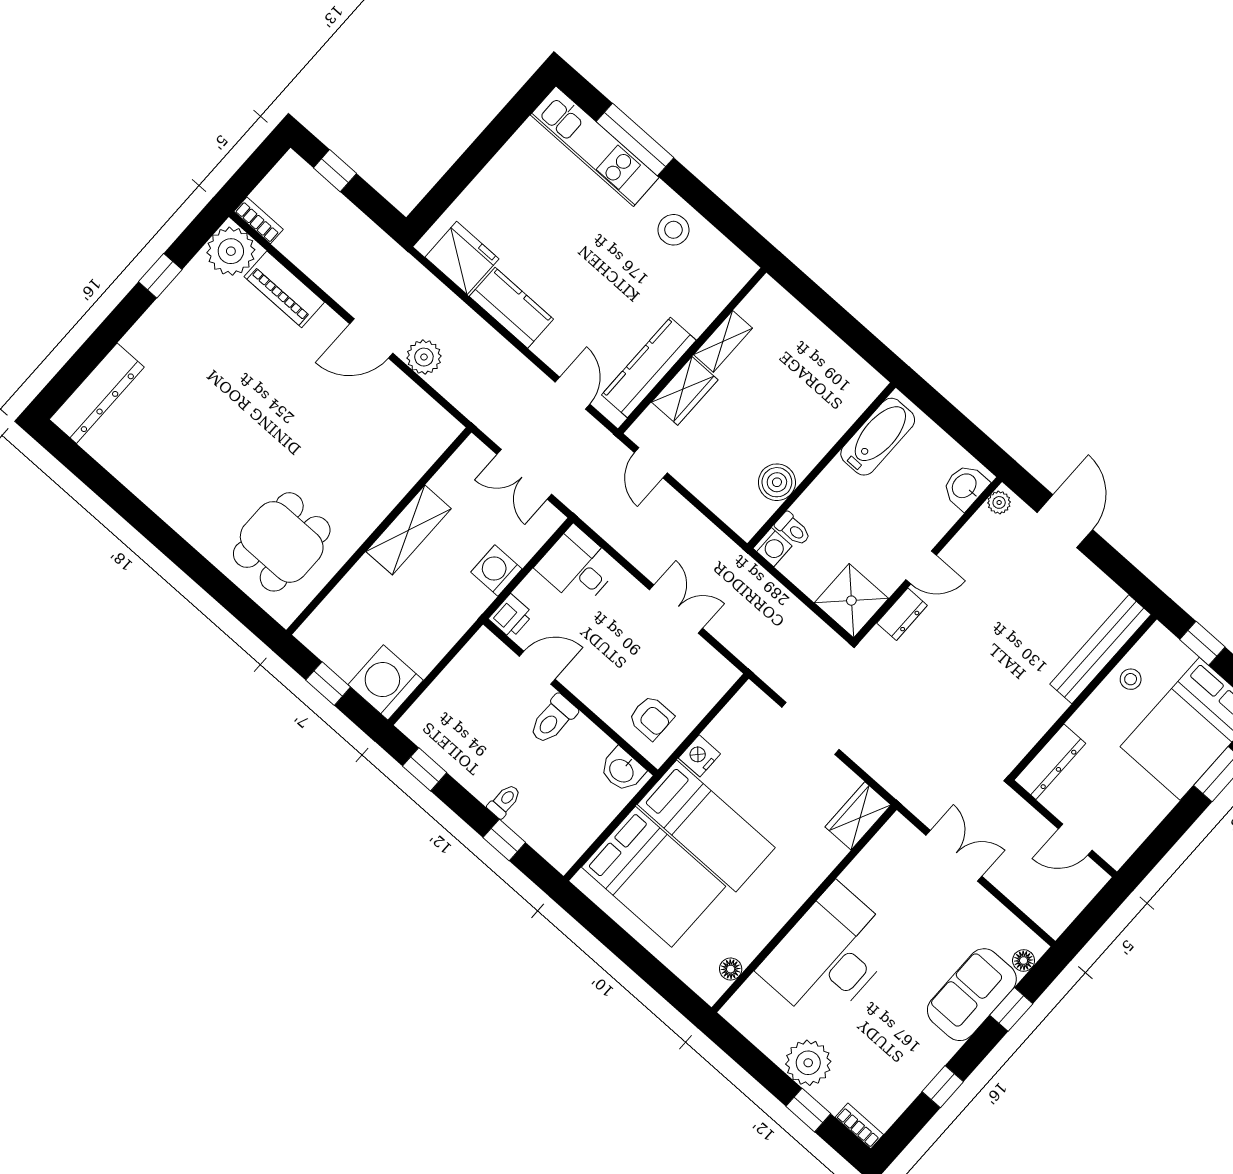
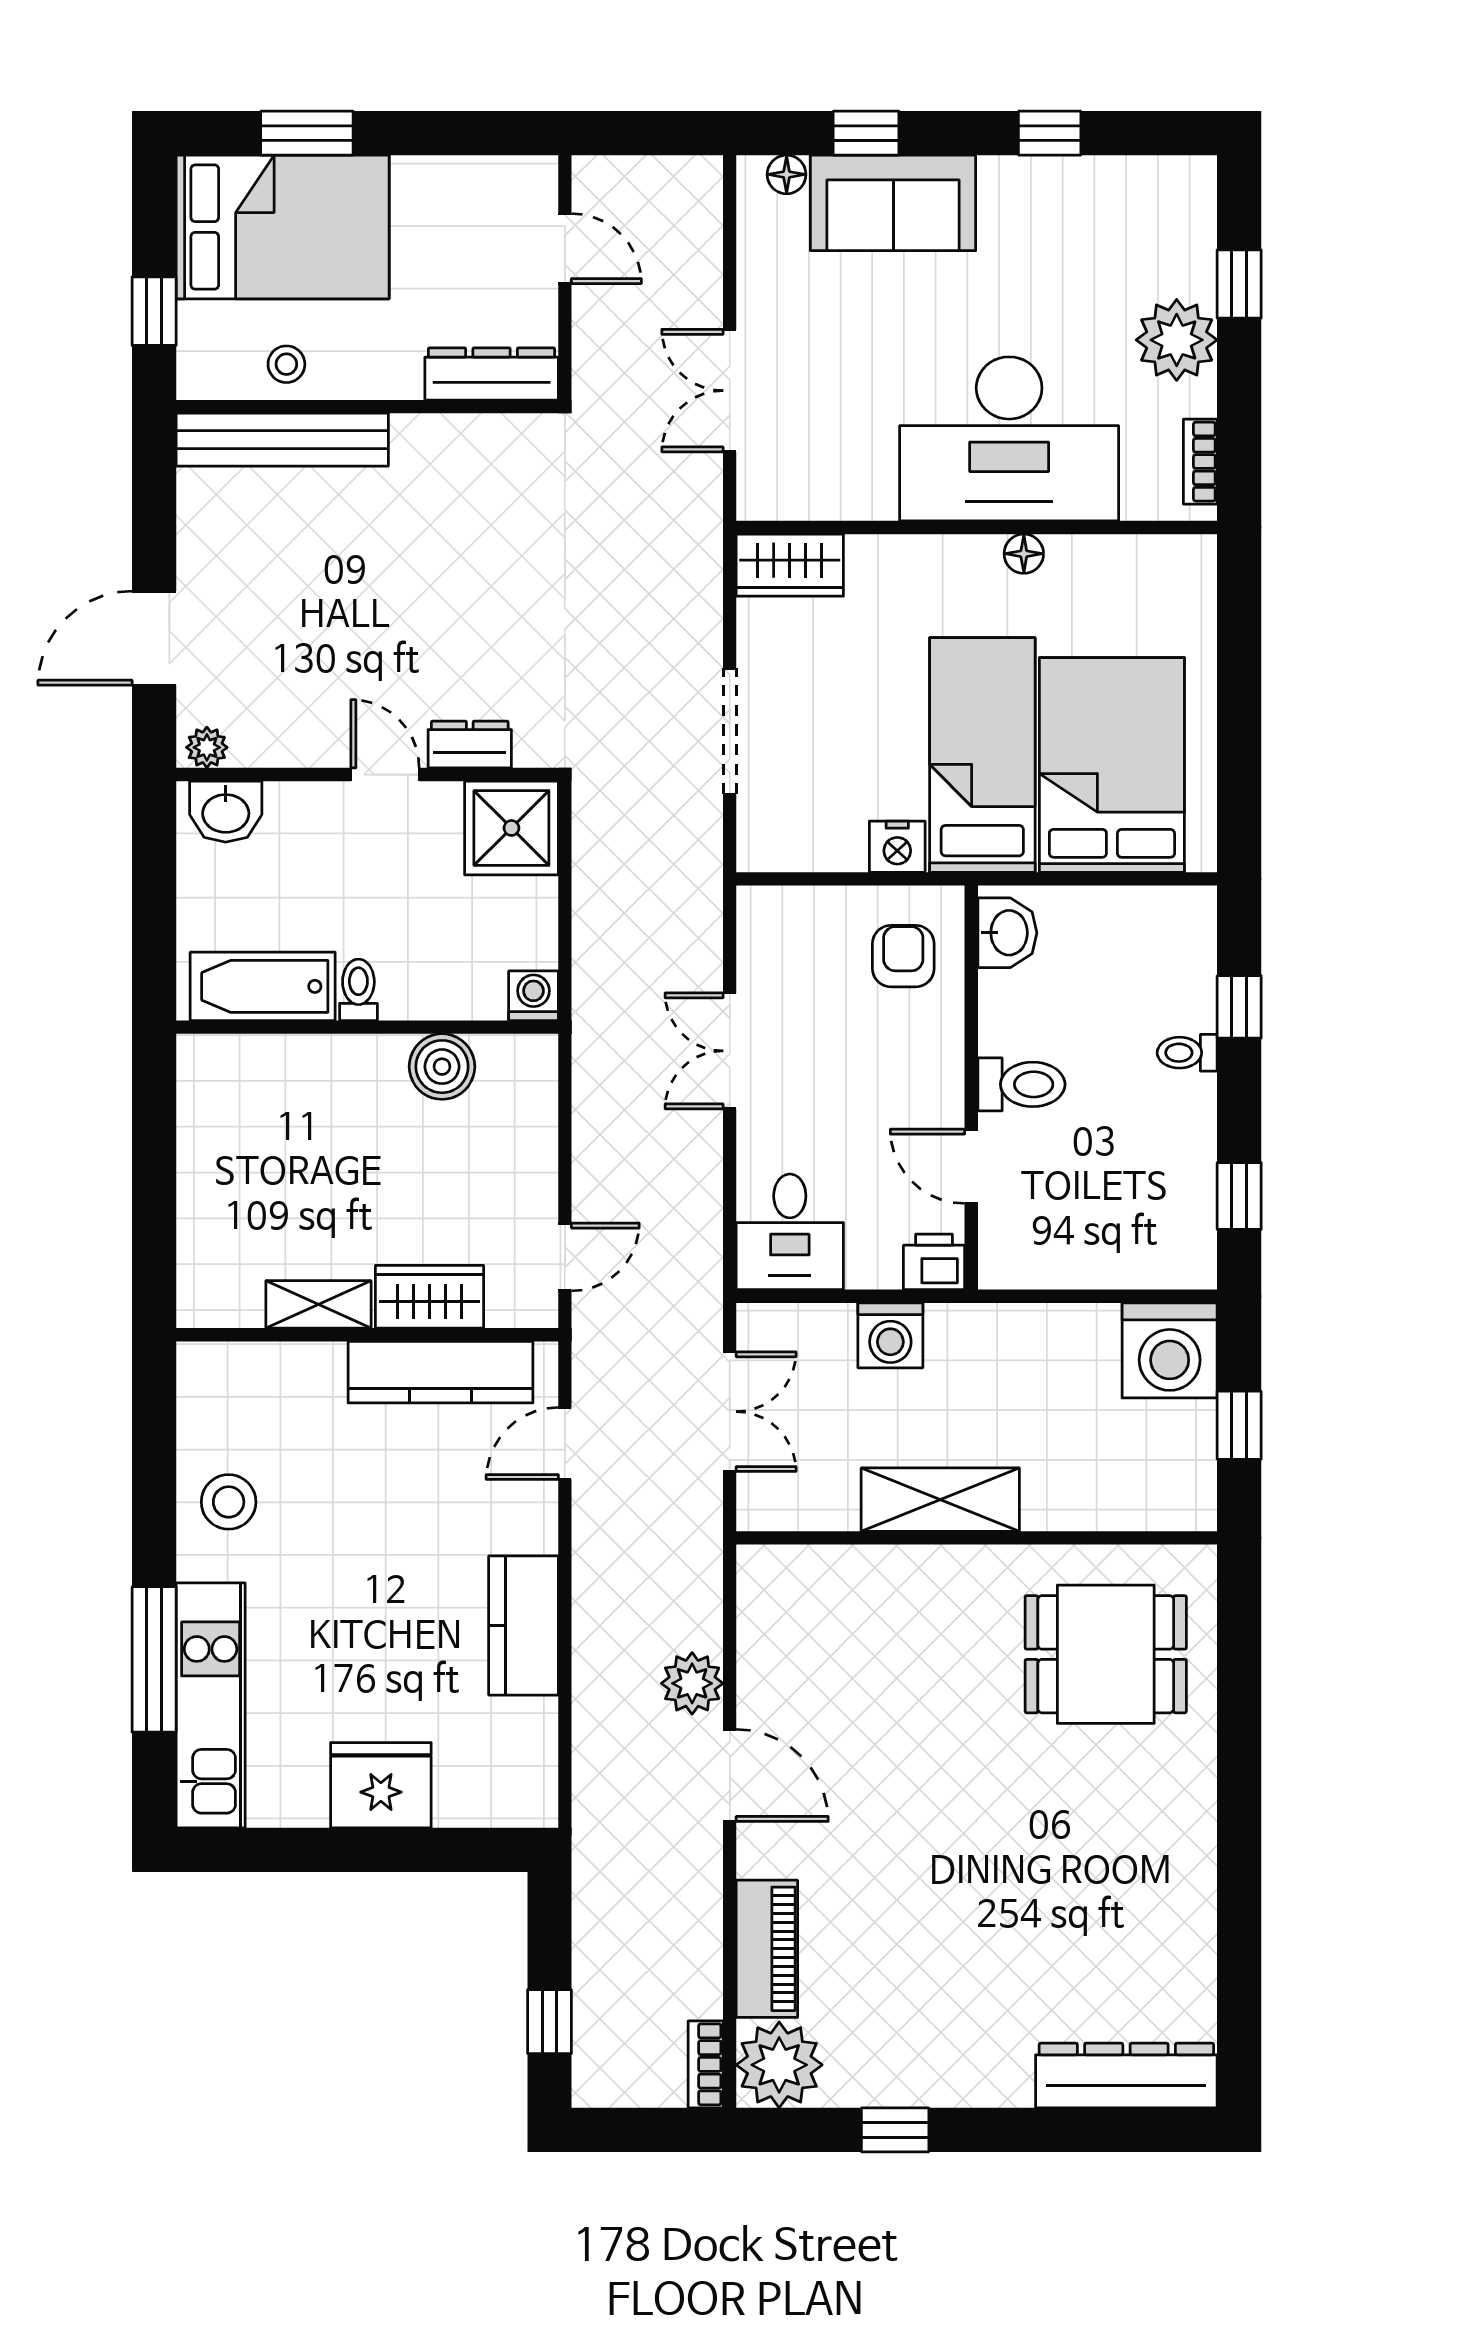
fridge: (462, 258) -> (381, 1785), moved, turned 90
toilet: (793, 529) -> (358, 990), moved
floor lamp: (731, 969) -> (1024, 554), moved
bookcase: (859, 1126) -> (1200, 462), moved

